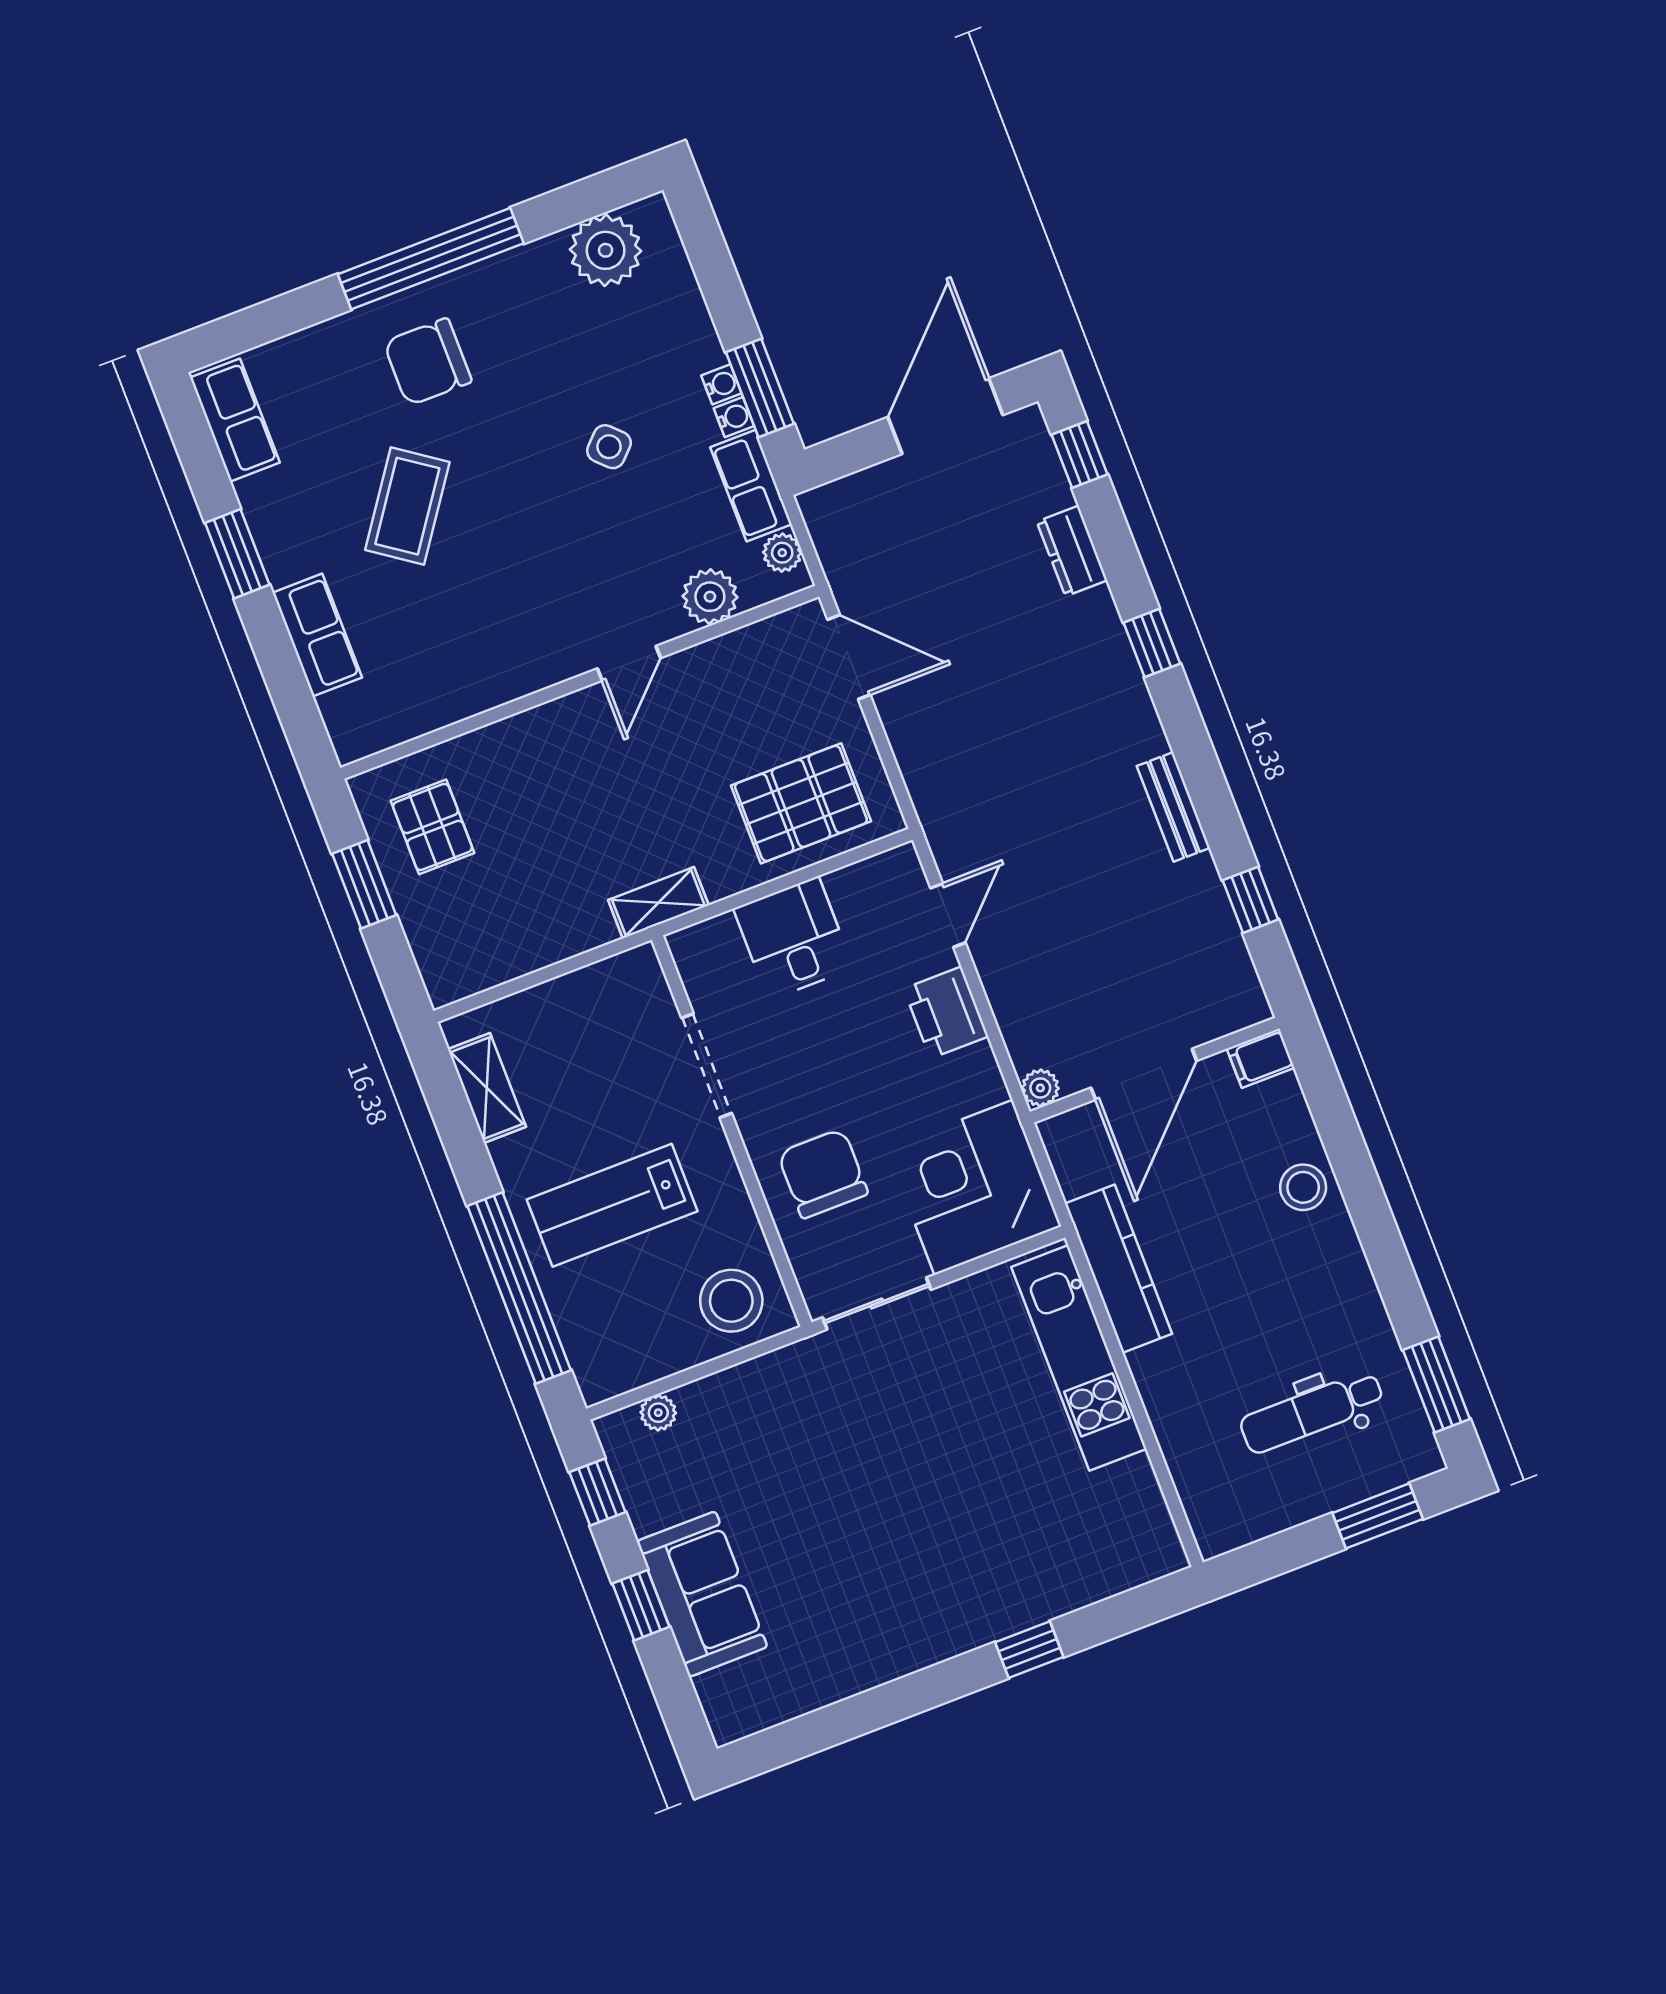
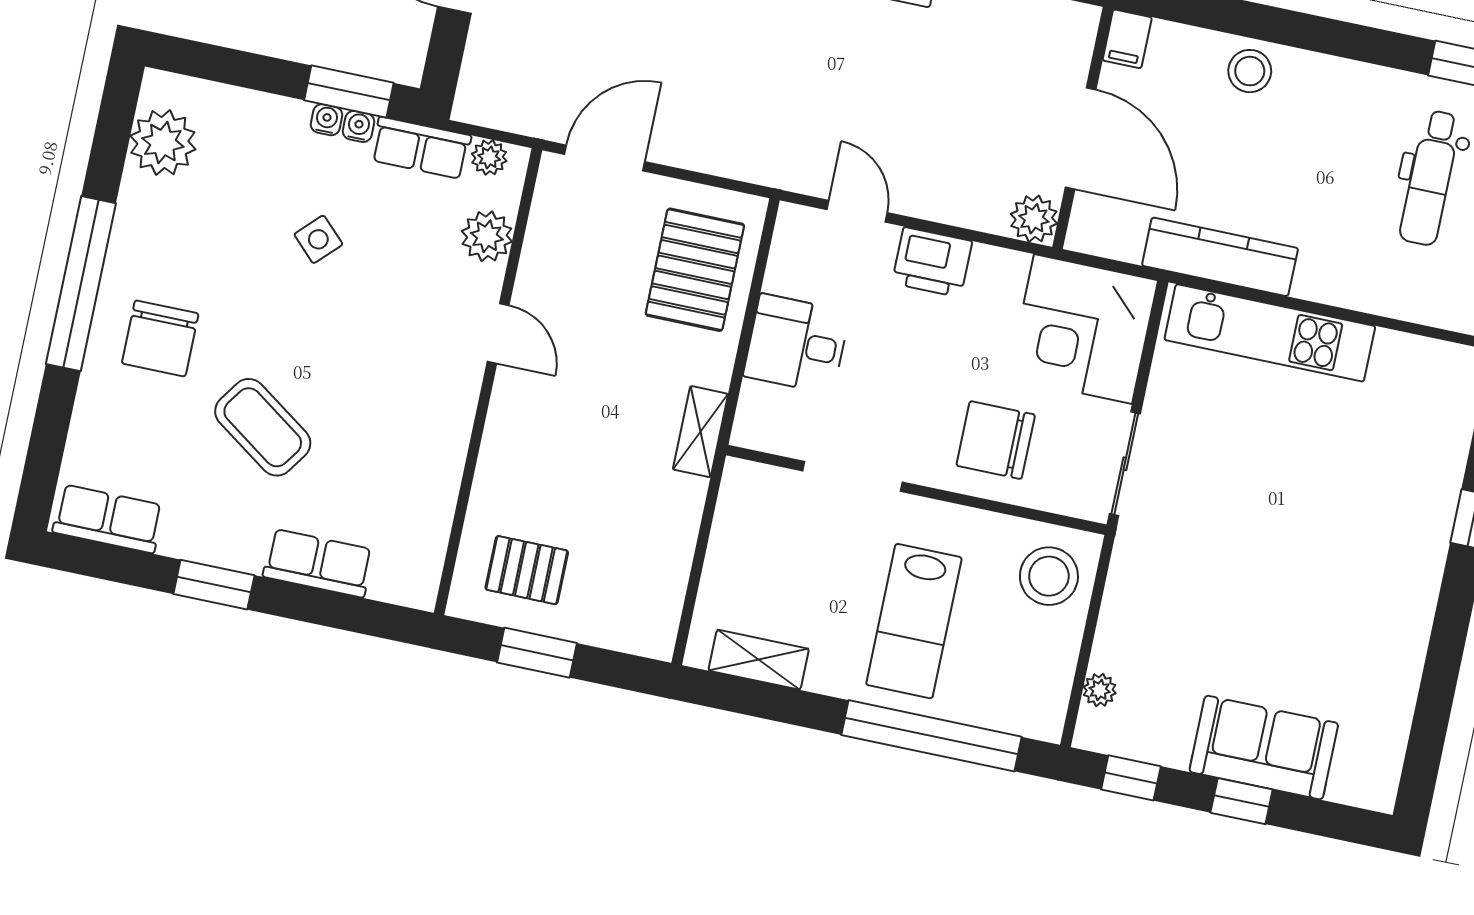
plant: (1040, 1088) -> (1034, 219), width x1.38, depth x1.38

